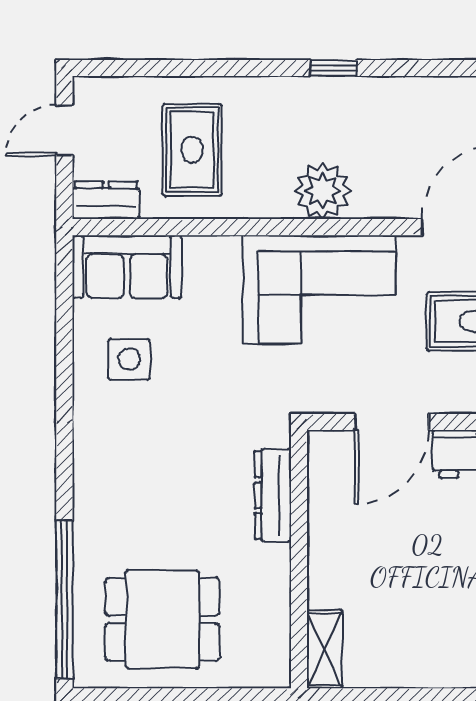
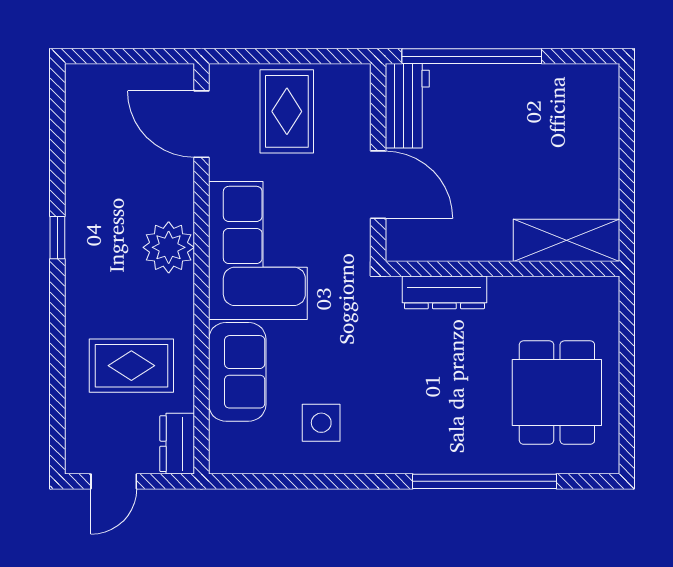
door: (64, 130) -> (114, 481), hinge flipped
sofa: (127, 267) -> (237, 372), moved
window: (64, 599) -> (484, 481), moved
shelving: (325, 649) -> (566, 240), width x1.50, depth x1.33

